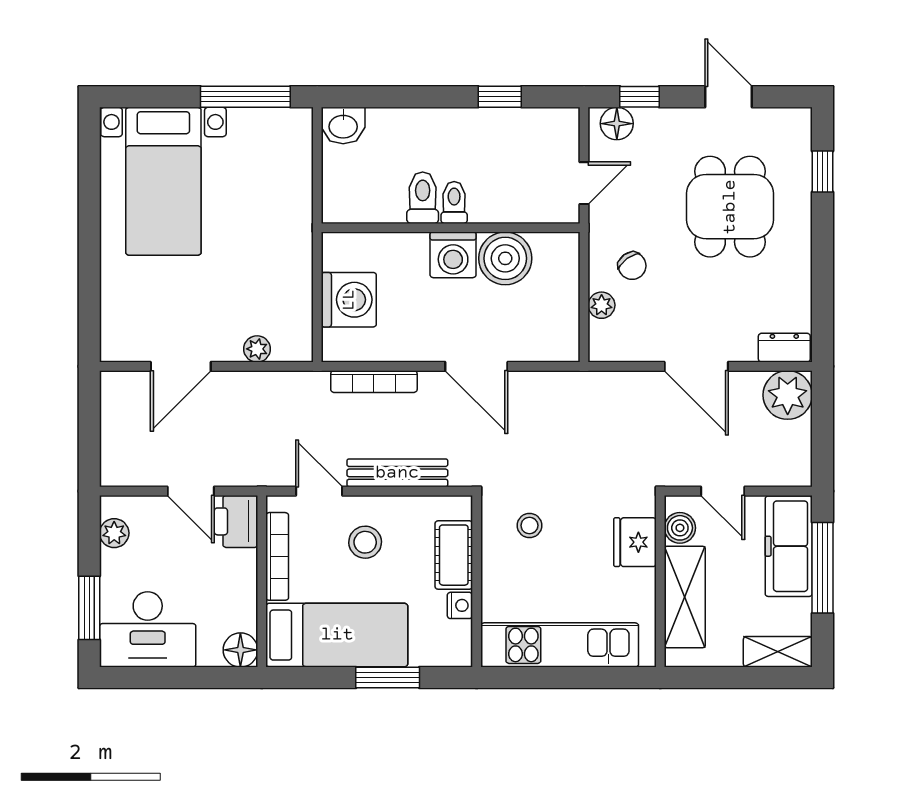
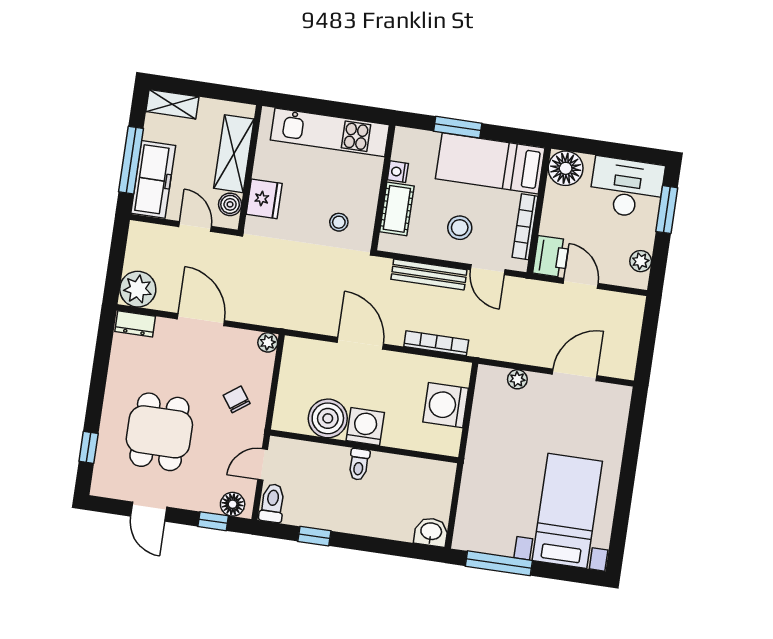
toilet: (423, 198) -> (272, 503), moved, turned 180
plant: (602, 305) -> (268, 342), moved
floor lamp: (240, 650) -> (566, 168), width x1.38, depth x1.38

